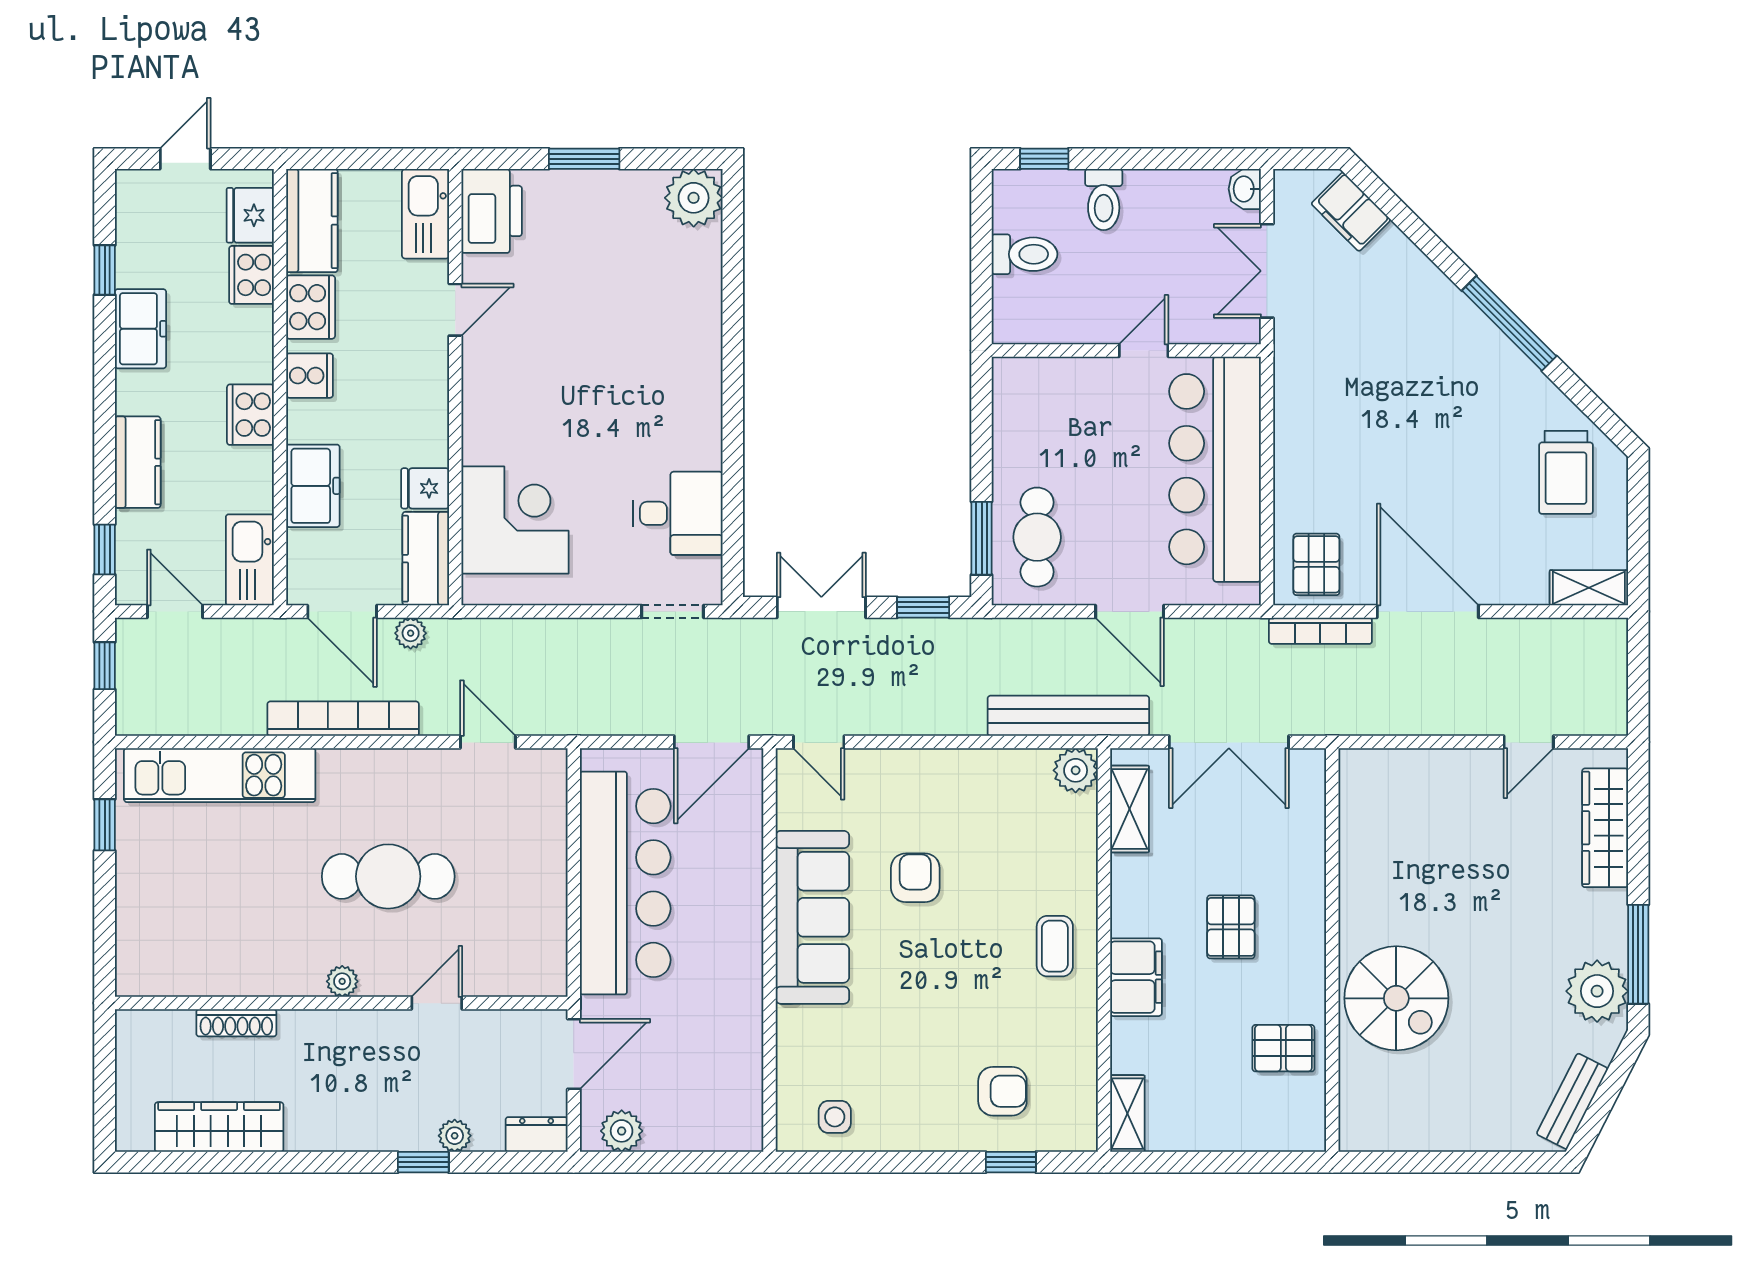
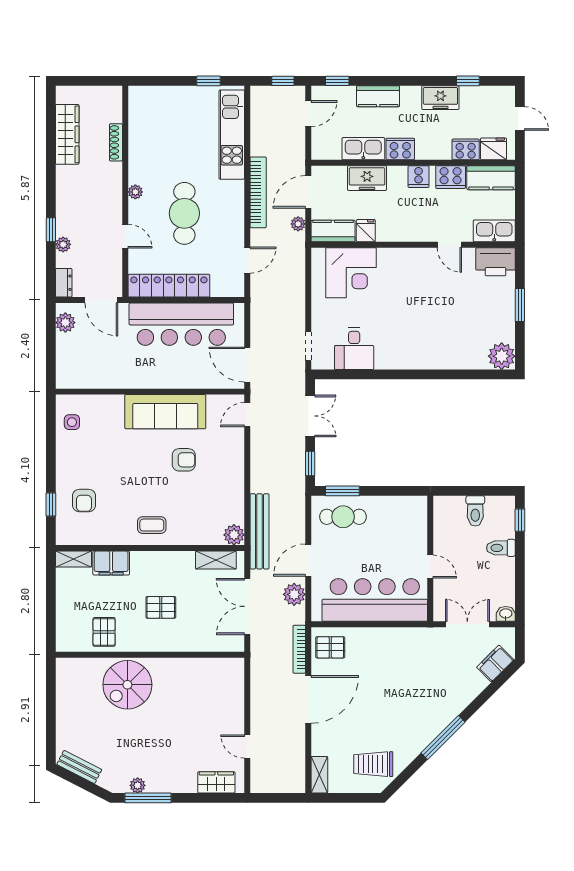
kitchen sink: (250, 560) -> (363, 149), moved
plant: (1203, 641) -> (294, 594), added
wardrobe: (1605, 828) -> (216, 782), width x0.67
locker: (543, 910) -> (169, 286), added
filing cabinet: (1136, 977) -> (111, 563), moved
plant: (1597, 991) -> (138, 785), width x0.53, depth x0.53

